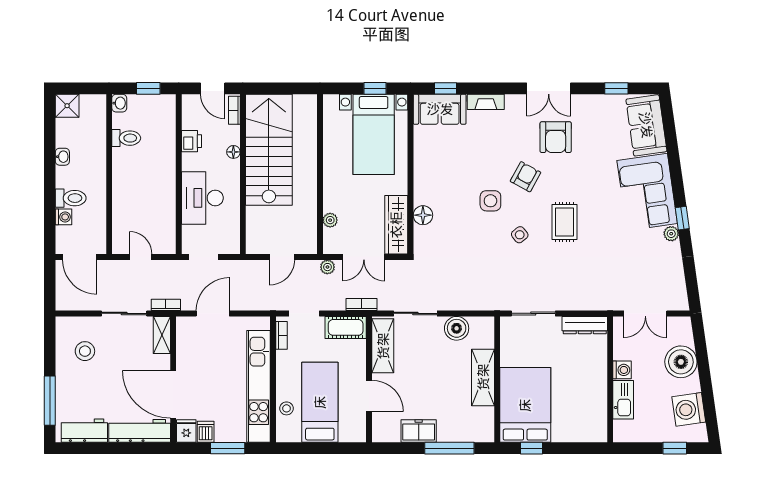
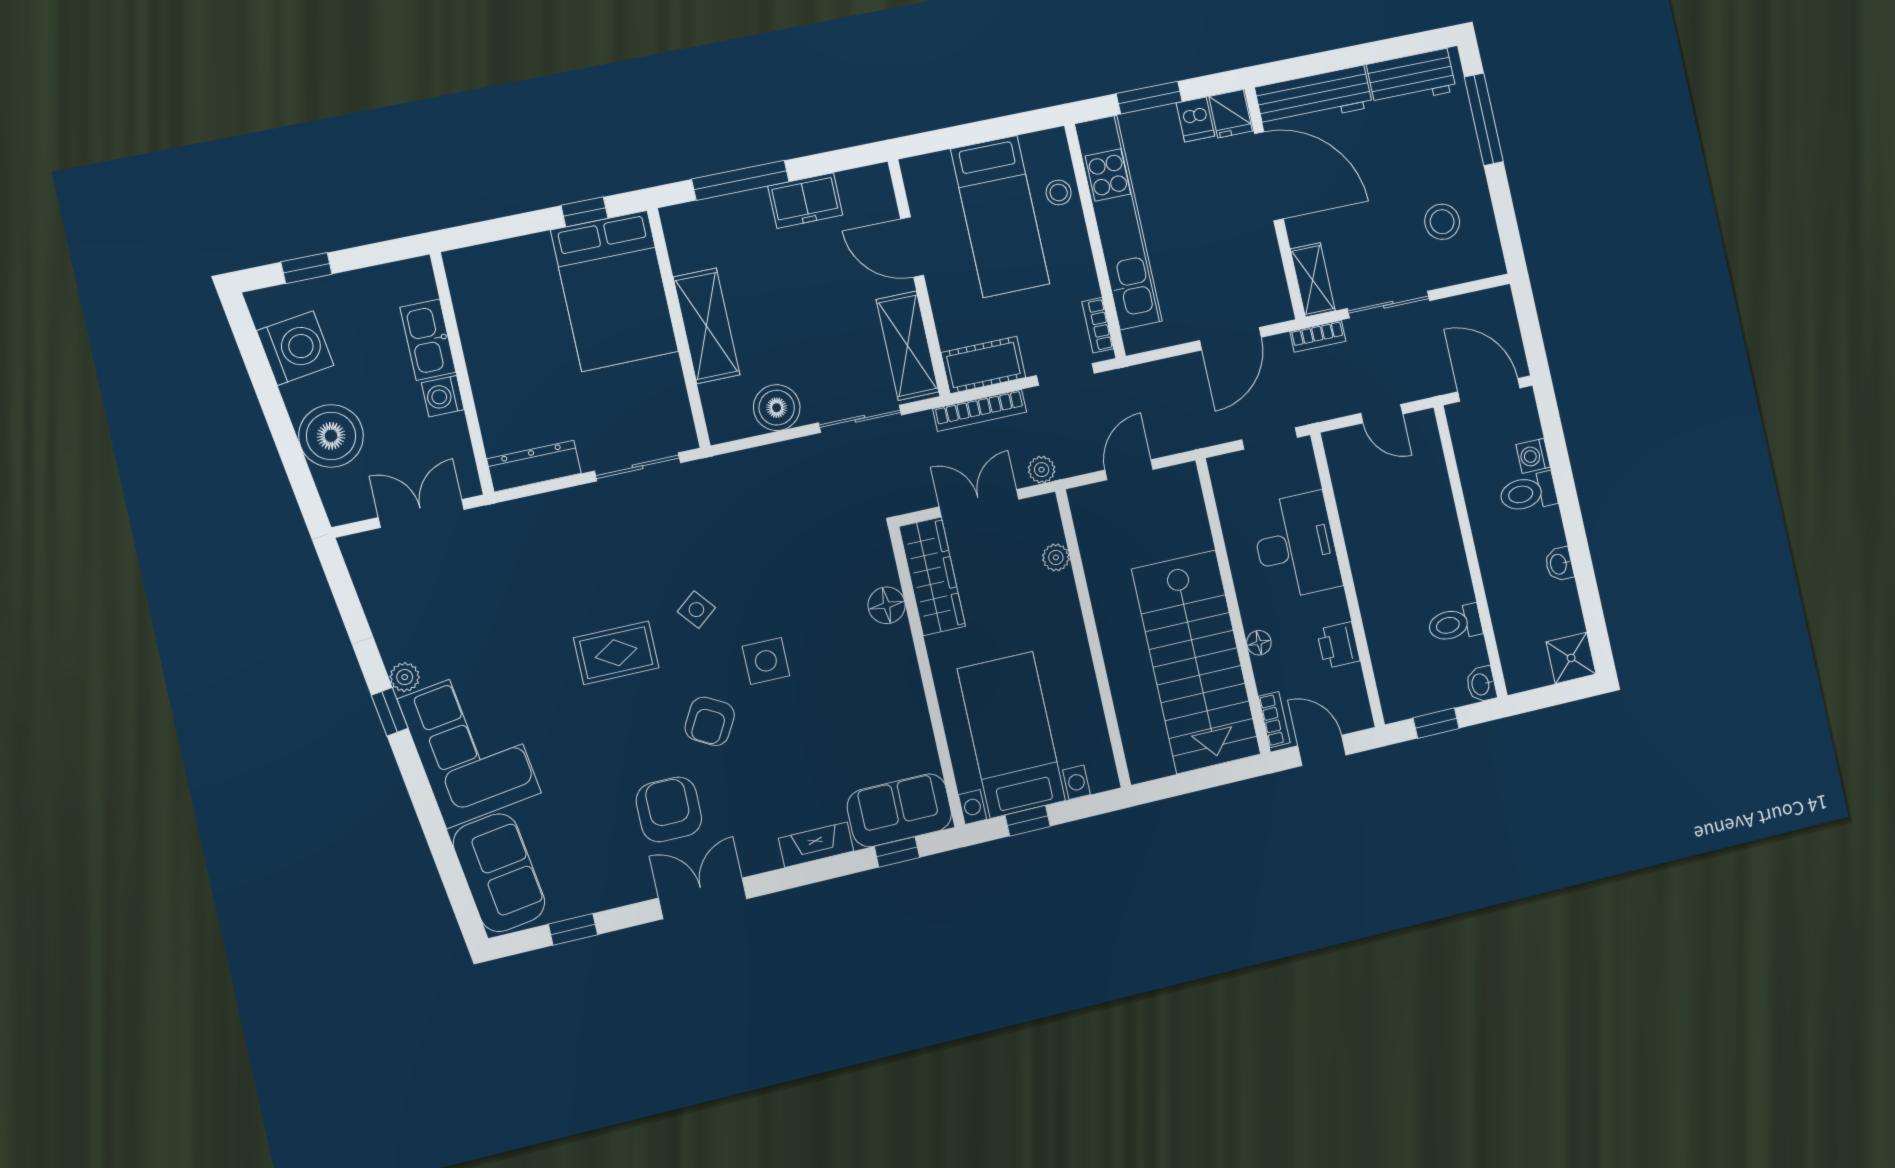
rug: (565, 222) -> (616, 653), turned 90
bookcase: (362, 304) -> (980, 410), width x1.56

